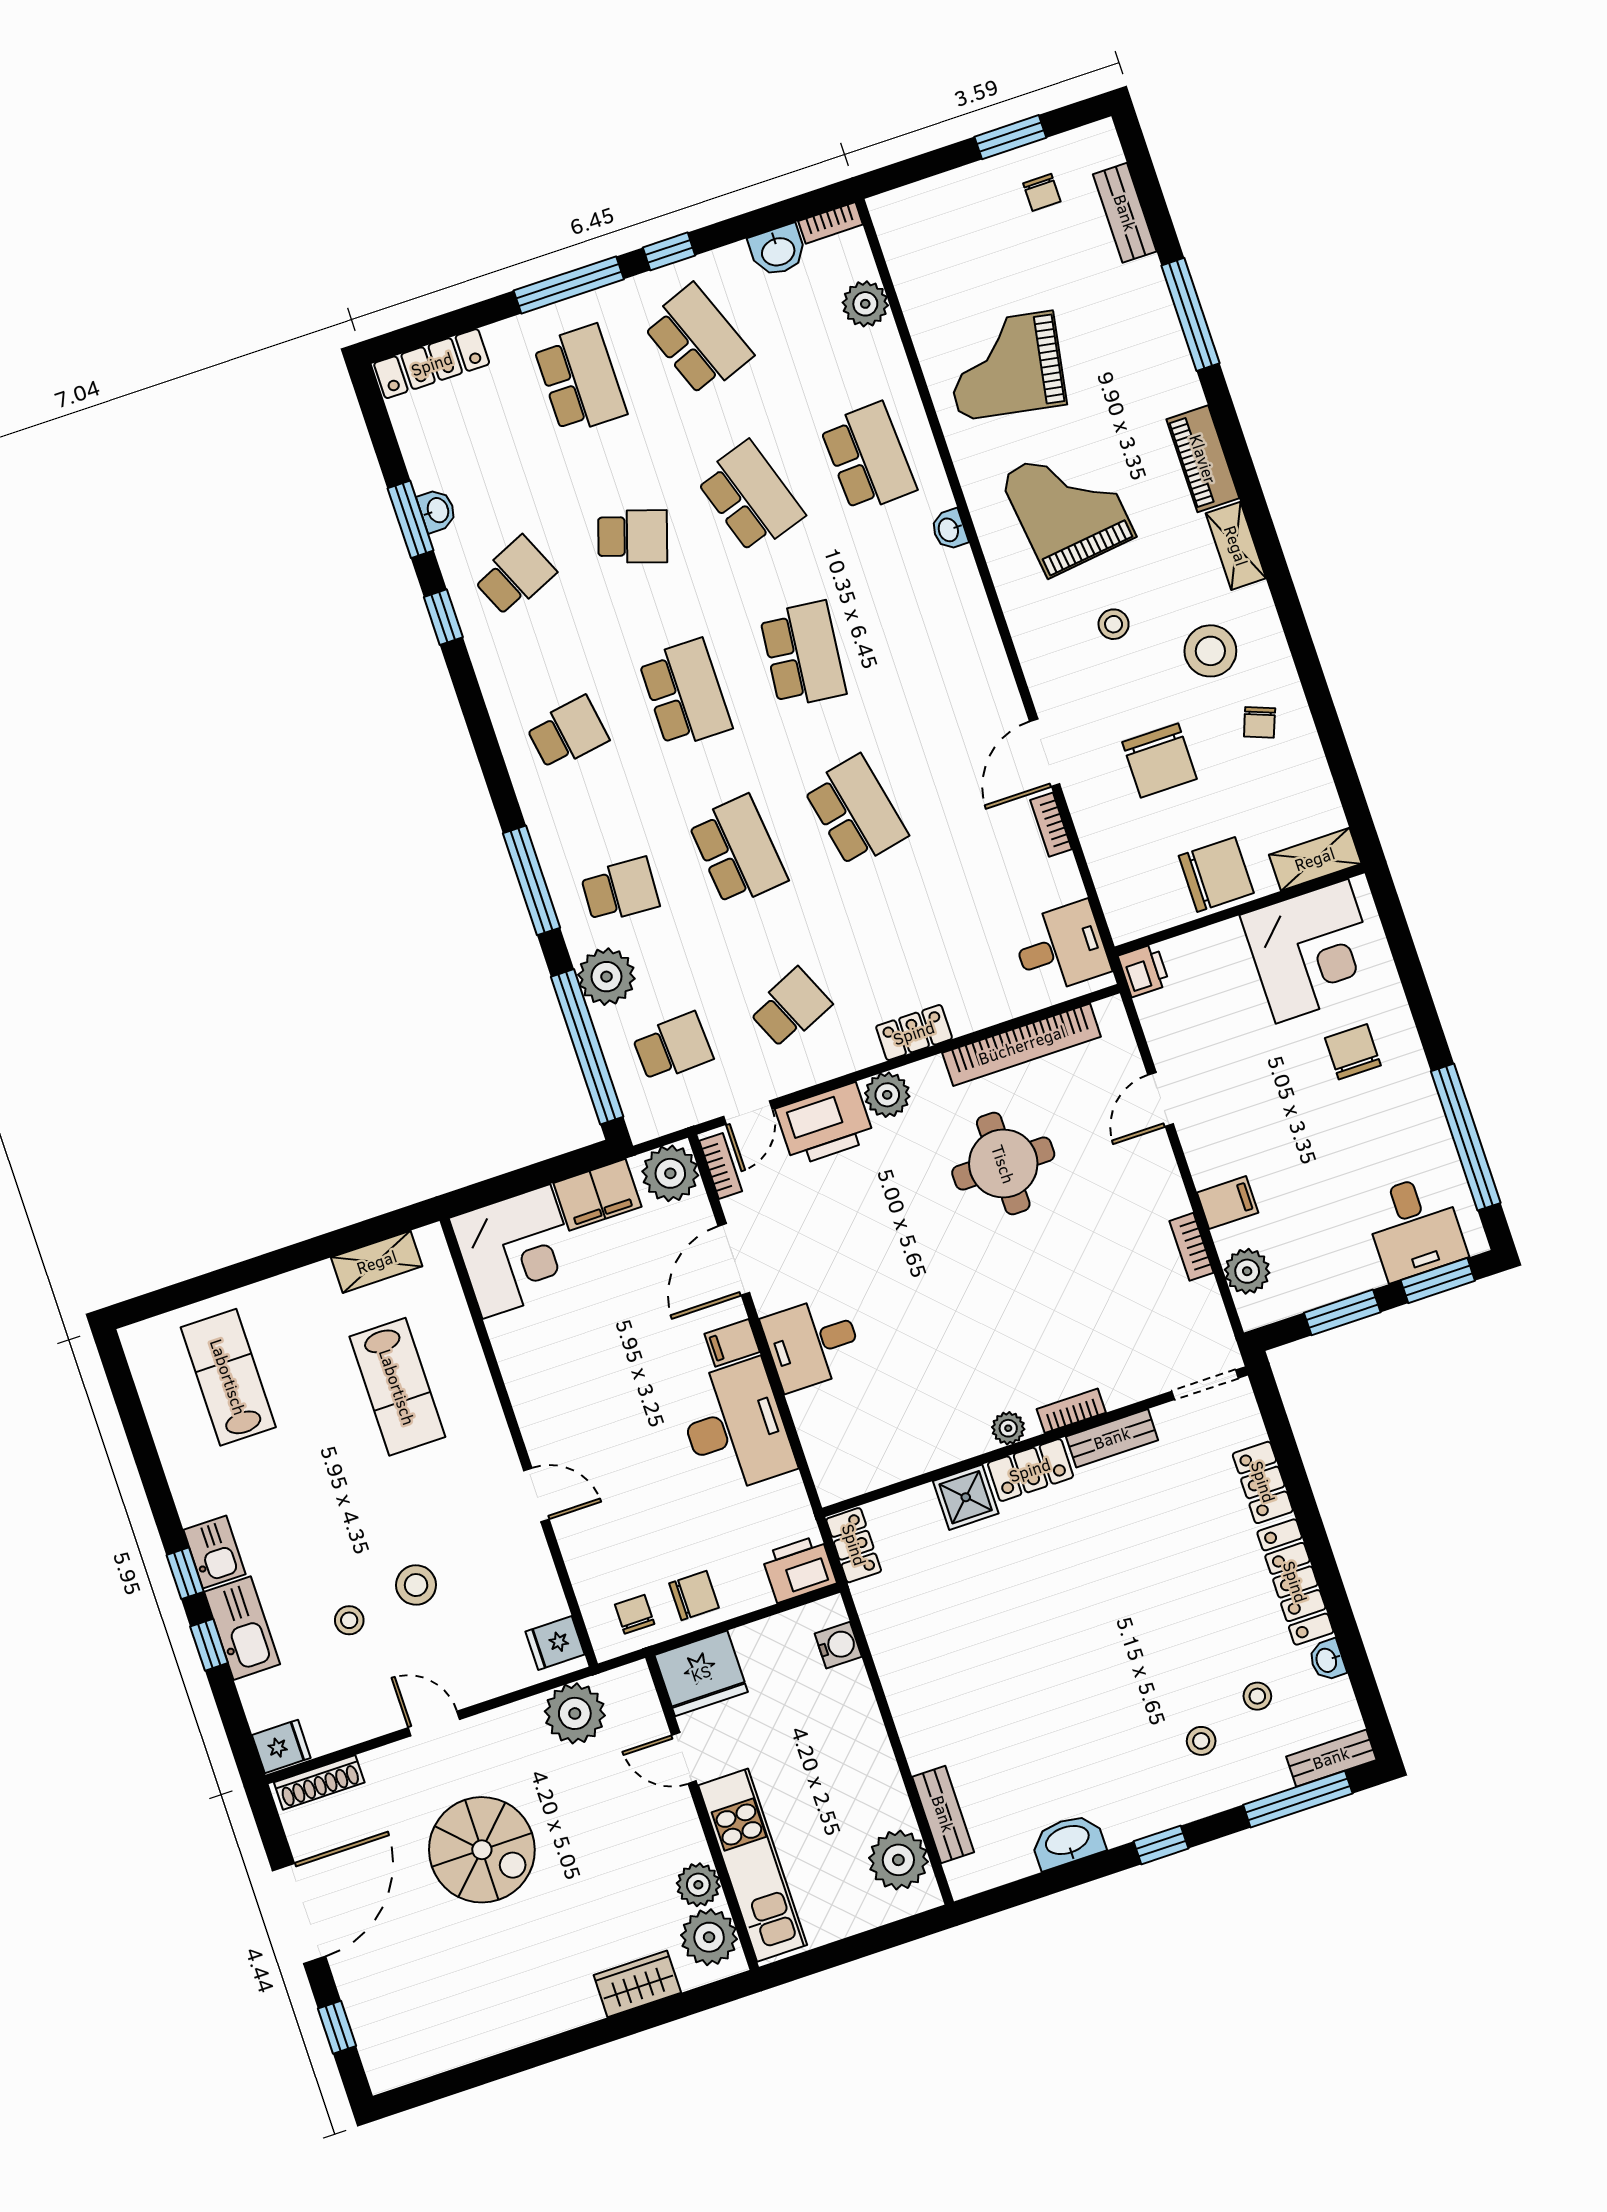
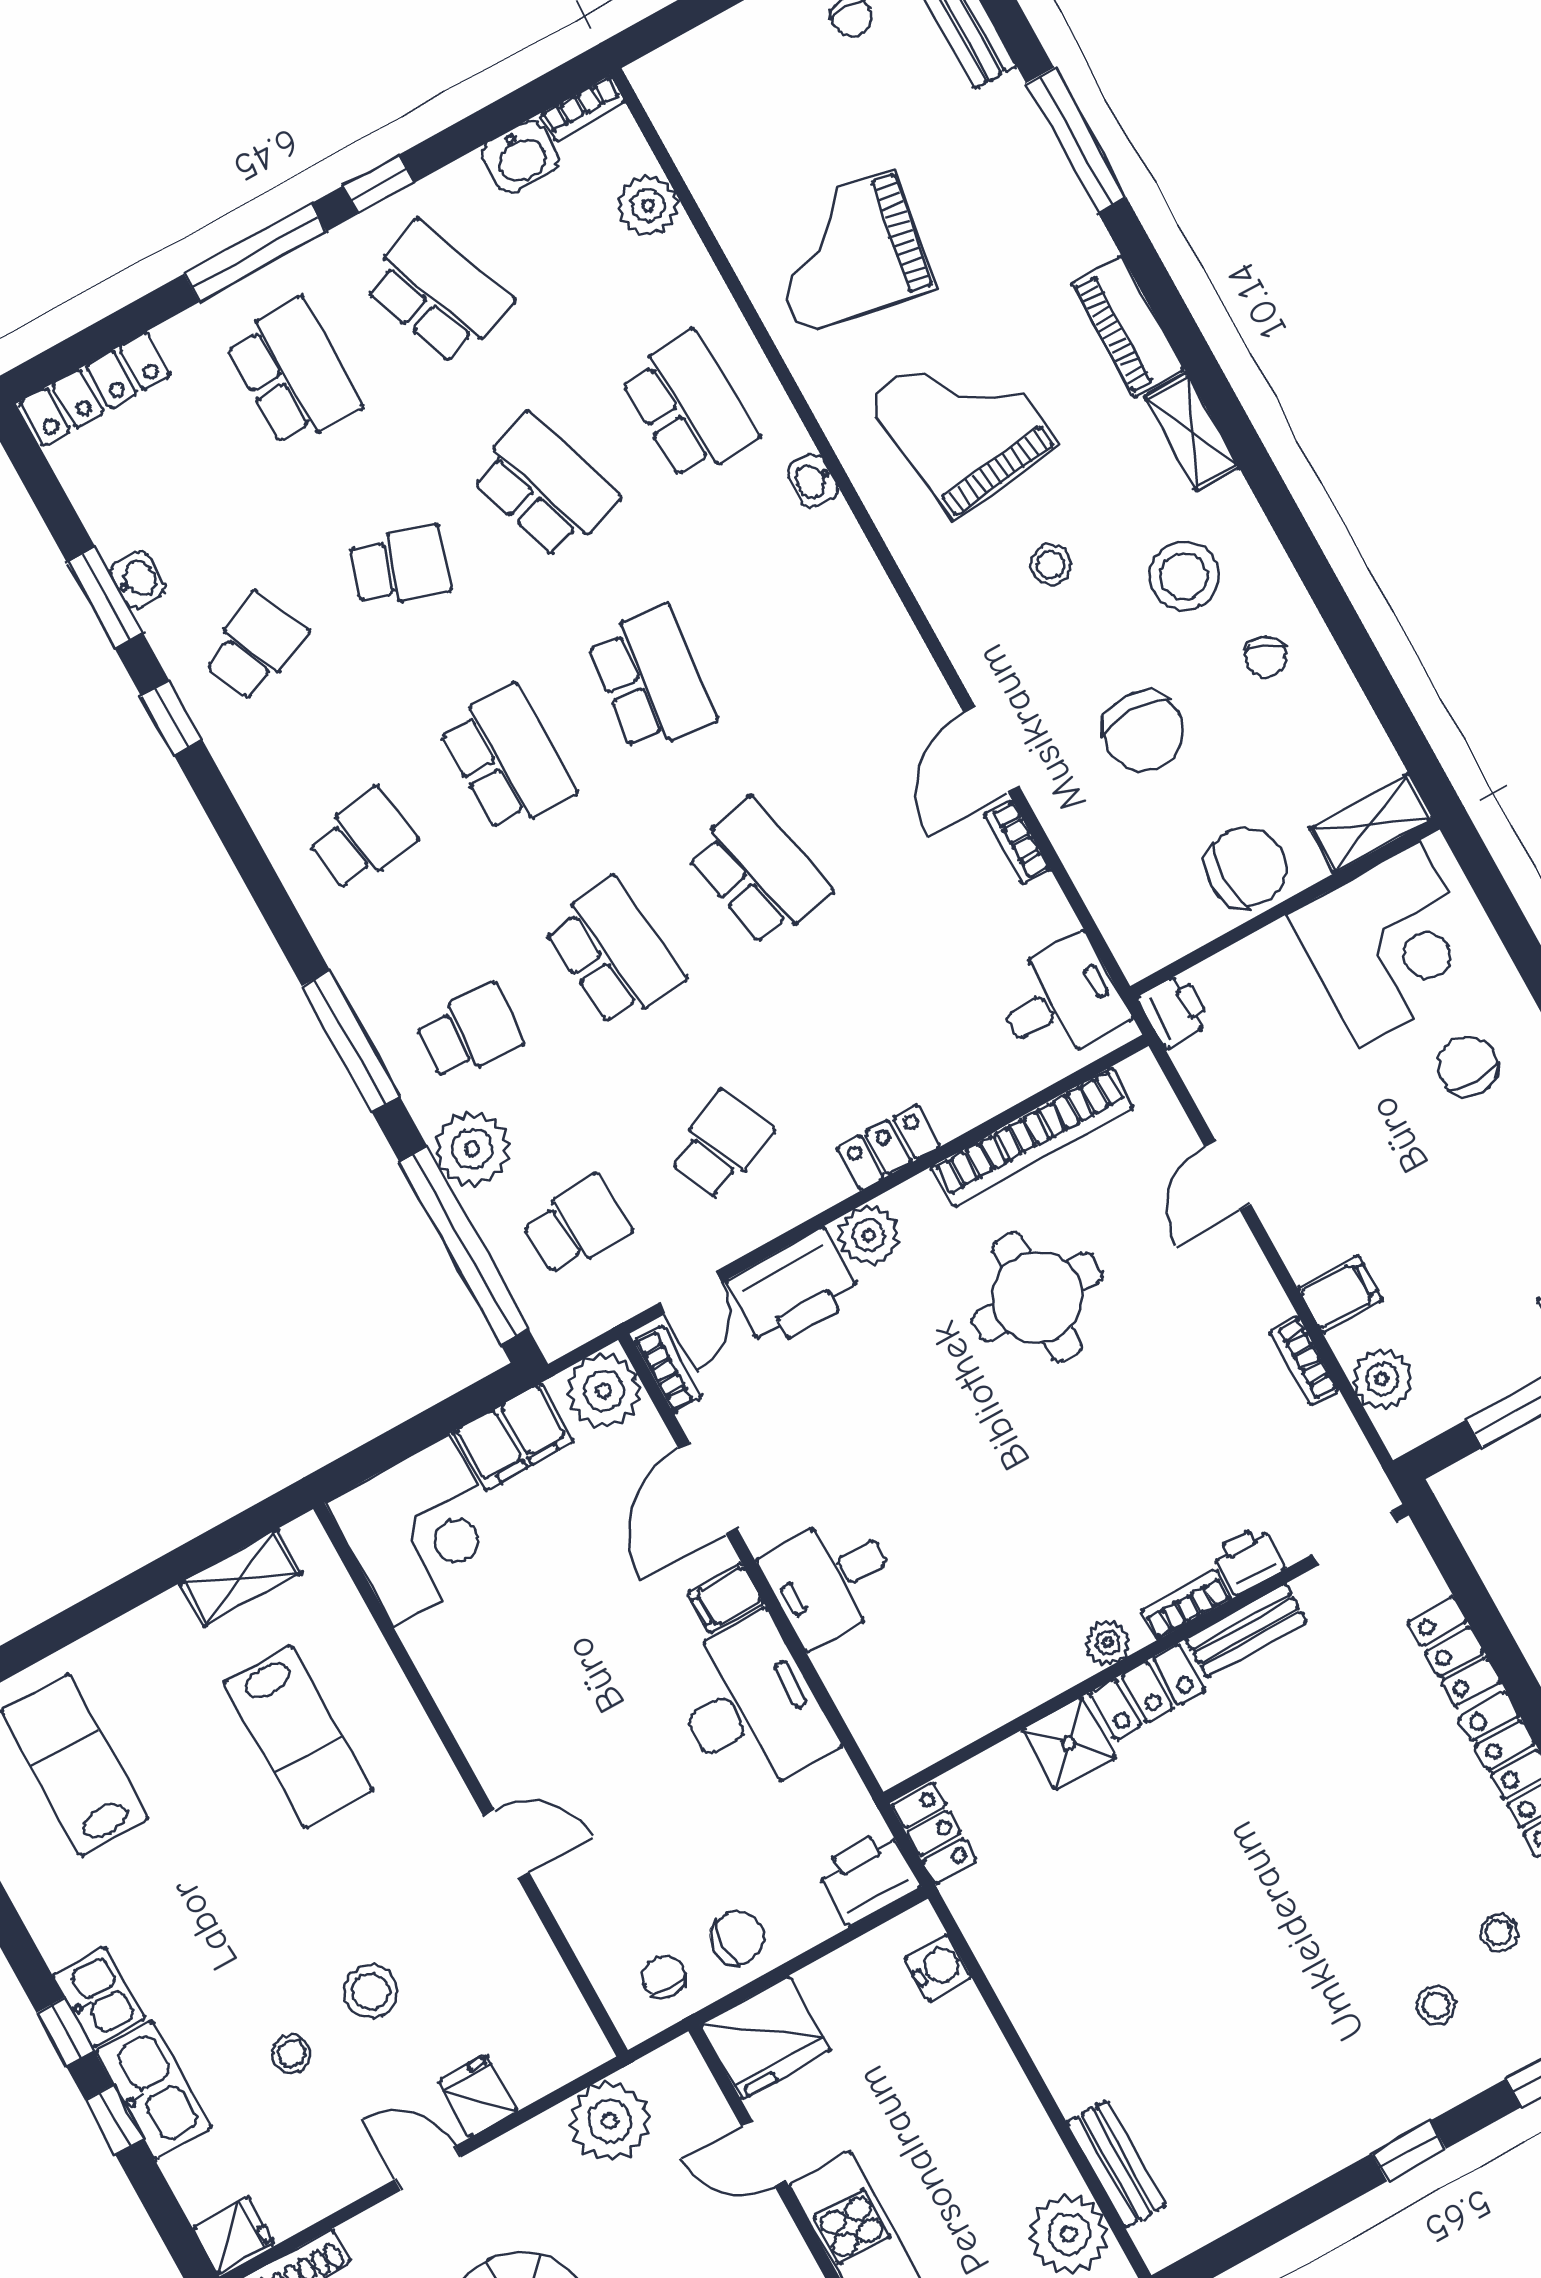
printer: (1123, 1386) -> (1248, 1560), added
fridge: (555, 1643) -> (478, 2096), moved, turned 90
washbasin: (1068, 1841) -> (1286, 2169), removed

